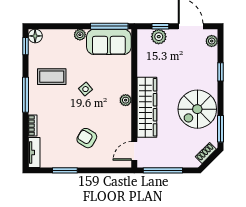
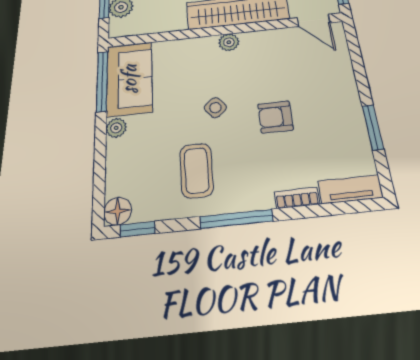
armchair: (87, 138) -> (275, 117), moved, turned 59

